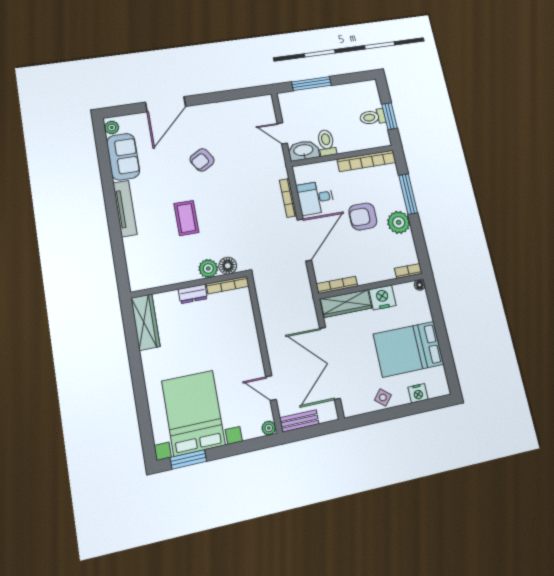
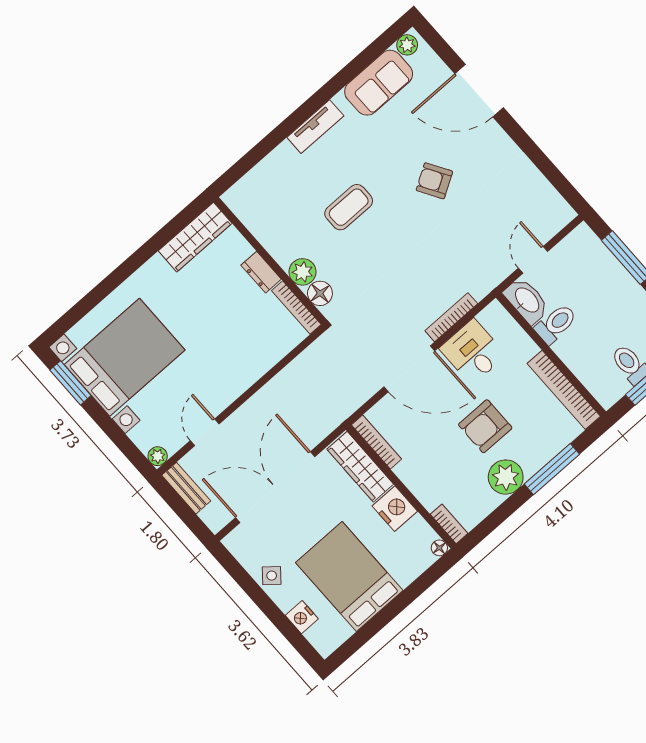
tv unit: (125, 209) -> (315, 127), width x0.71
armchair: (363, 216) -> (485, 426), turned -90

